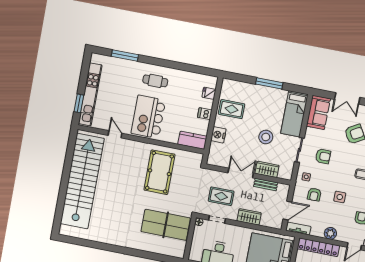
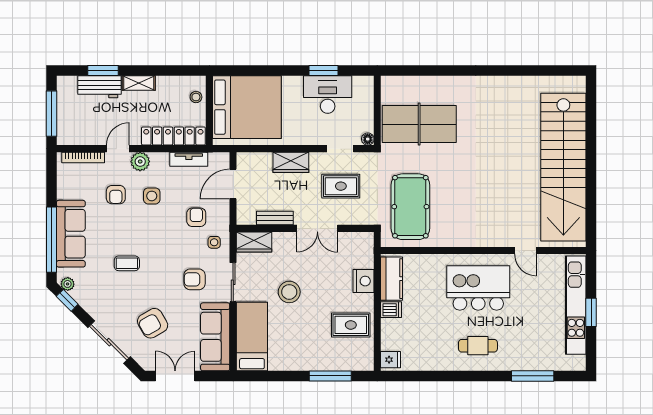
window: (269, 83) -> (330, 376), moved
fridge: (209, 93) -> (391, 360), moved
window: (79, 103) -> (591, 312), moved
sofa: (318, 112) -> (215, 337), width x1.36
kitchen island: (148, 117) -> (478, 288), turned -90
kitchen counter: (192, 140) -> (392, 279), moved, turned -90
wardrobe: (267, 169) -> (254, 242), moved
pool table: (159, 172) -> (410, 207), moved
side table: (340, 197) -> (152, 196), moved
tv unit: (298, 229) -> (189, 159), moved
plant: (330, 233) -> (140, 162), moved

